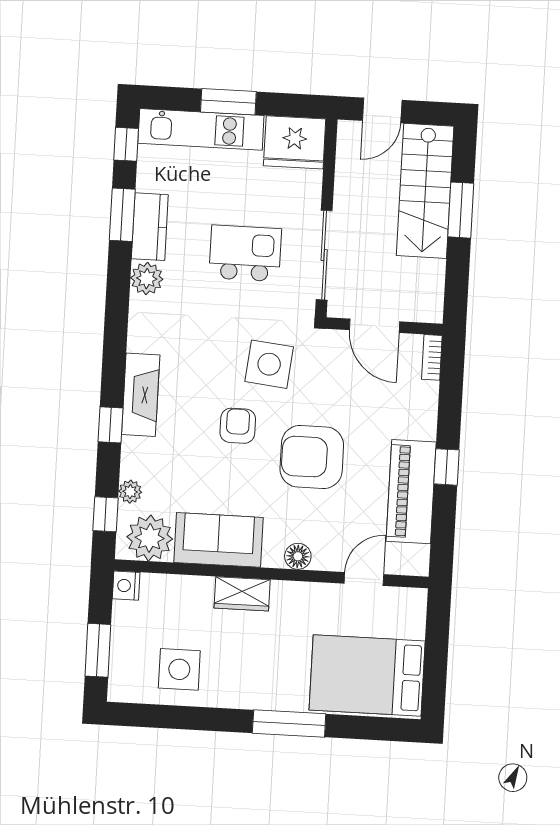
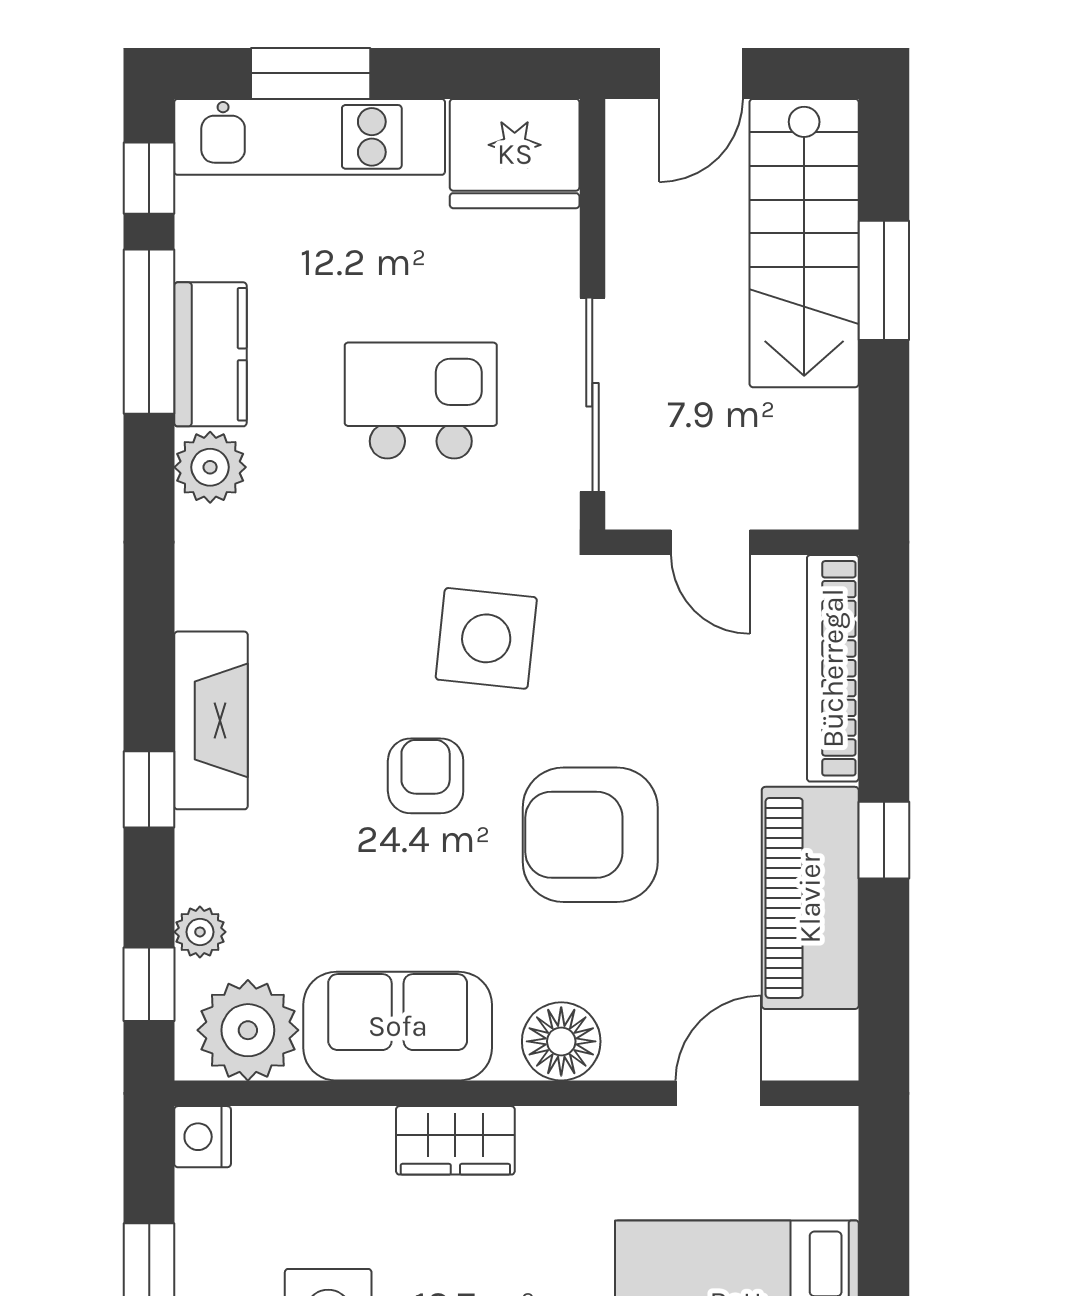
window: (228, 102) -> (311, 73), moved
window: (122, 215) -> (149, 332), width x1.44
door: (374, 326) -> (710, 542), width x0.73
bookcase: (432, 357) -> (833, 668), width x2.31, depth x1.31
floor lamp: (298, 556) -> (561, 1041), width x1.38, depth x1.38

